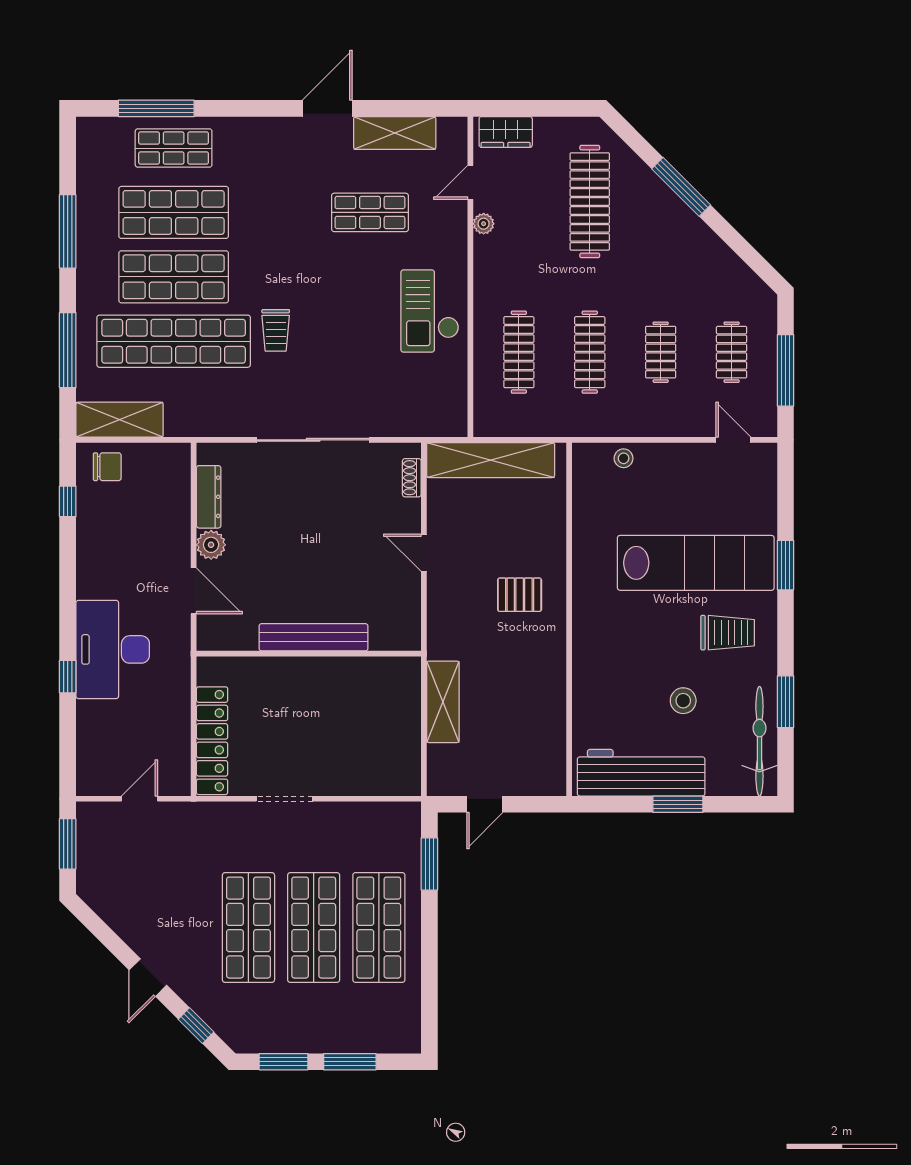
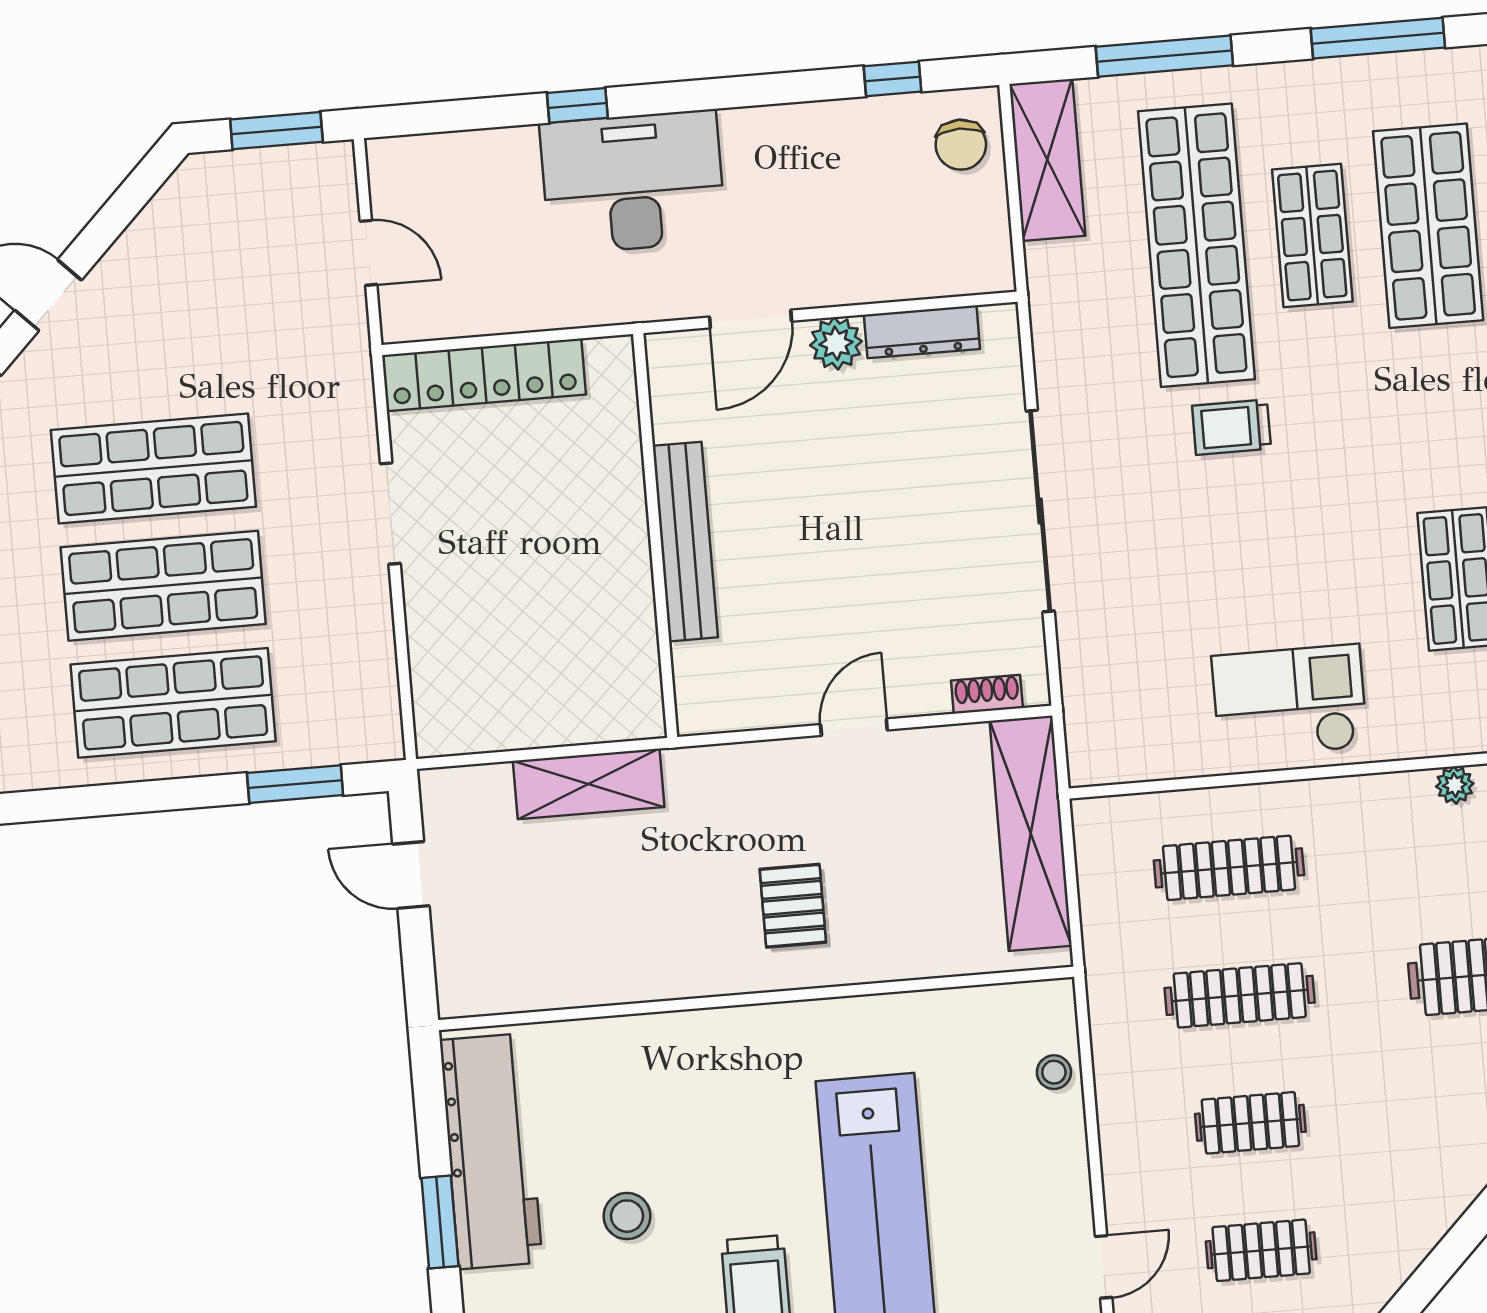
shop shelf: (174, 277) -> (1312, 235), width x0.70, depth x0.74

